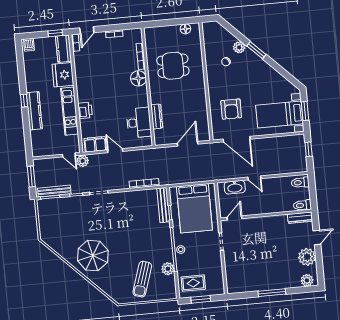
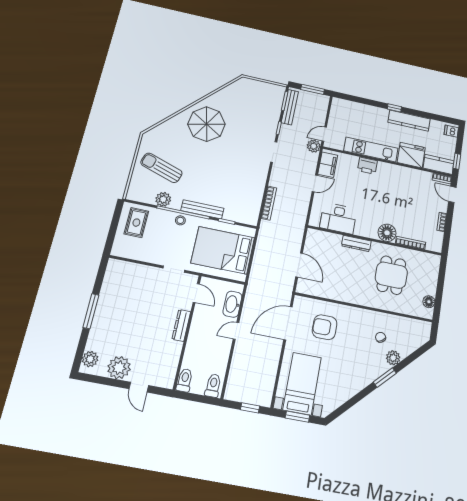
kitchen counter: (34, 111) -> (409, 121), moved
dresser: (157, 117) -> (356, 244), moved
bench: (163, 205) -> (202, 209), moved
dresser: (300, 218) -> (181, 325), moved
window: (201, 299) -> (114, 225), removed

